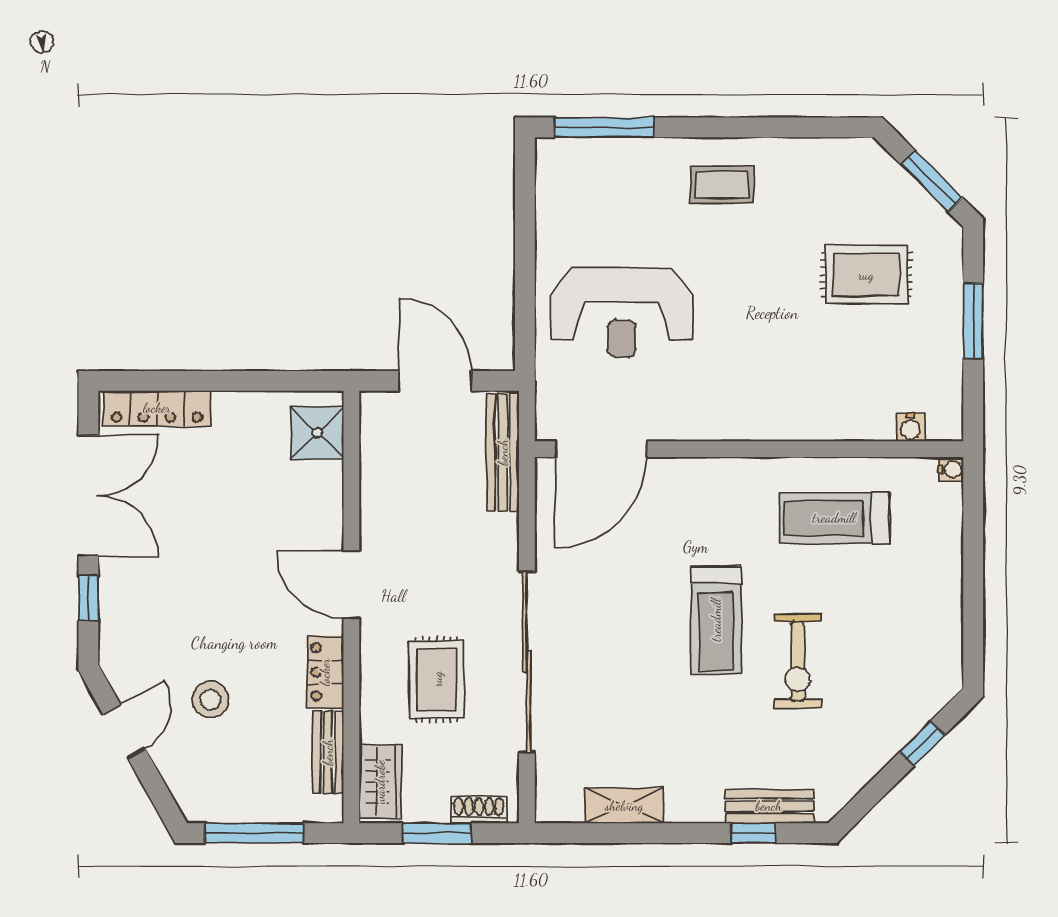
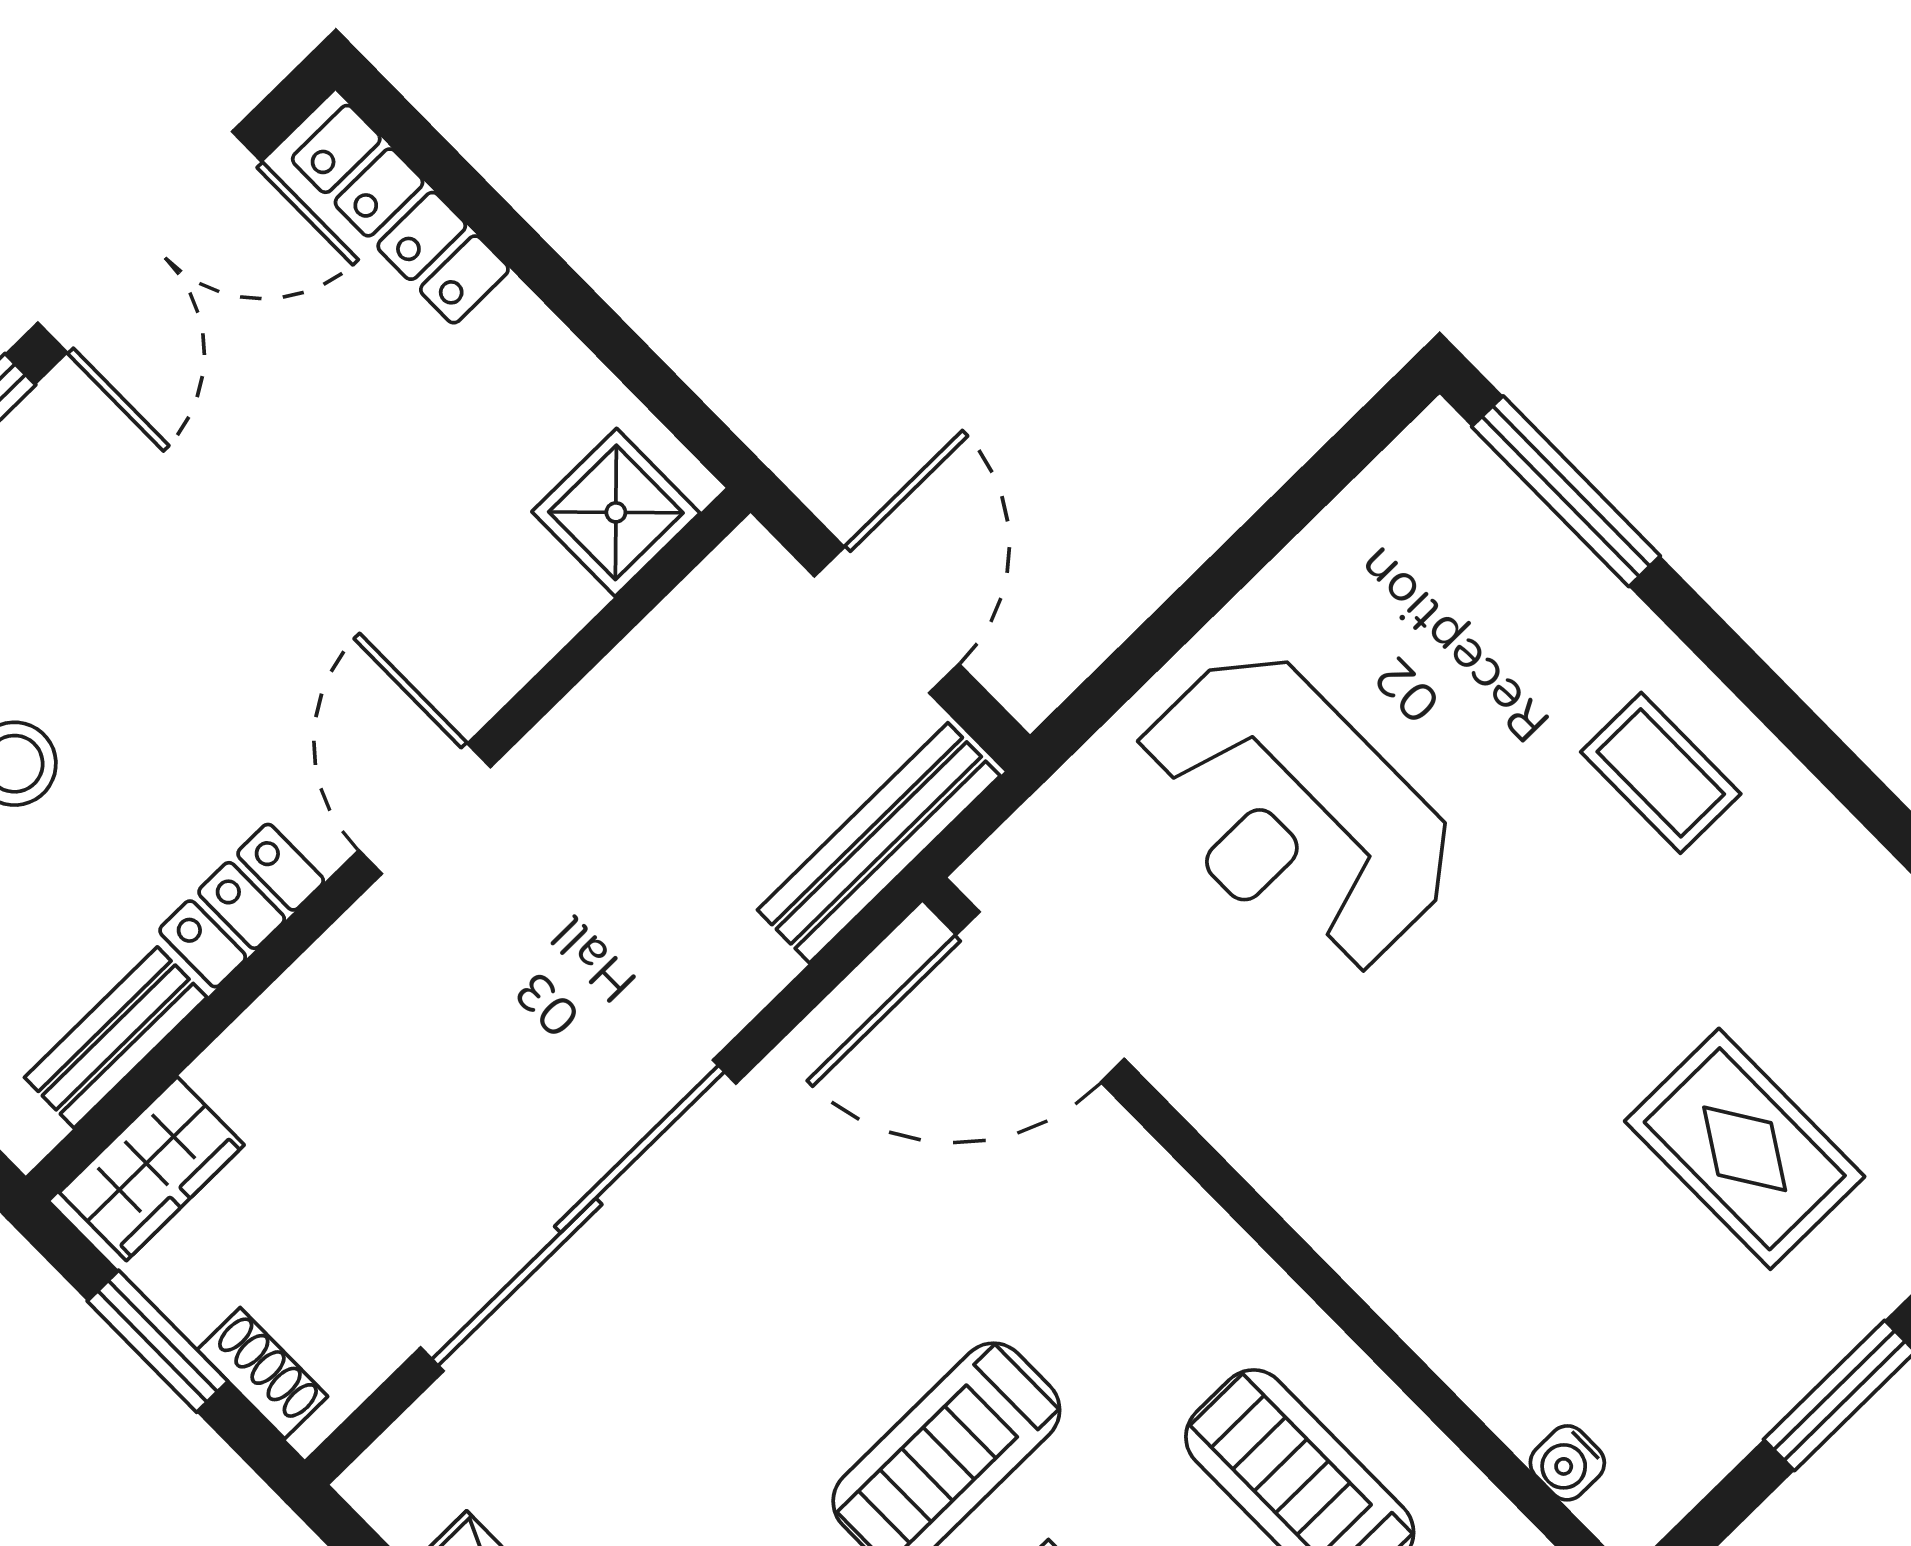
rug: (437, 679) -> (406, 1097), removed

